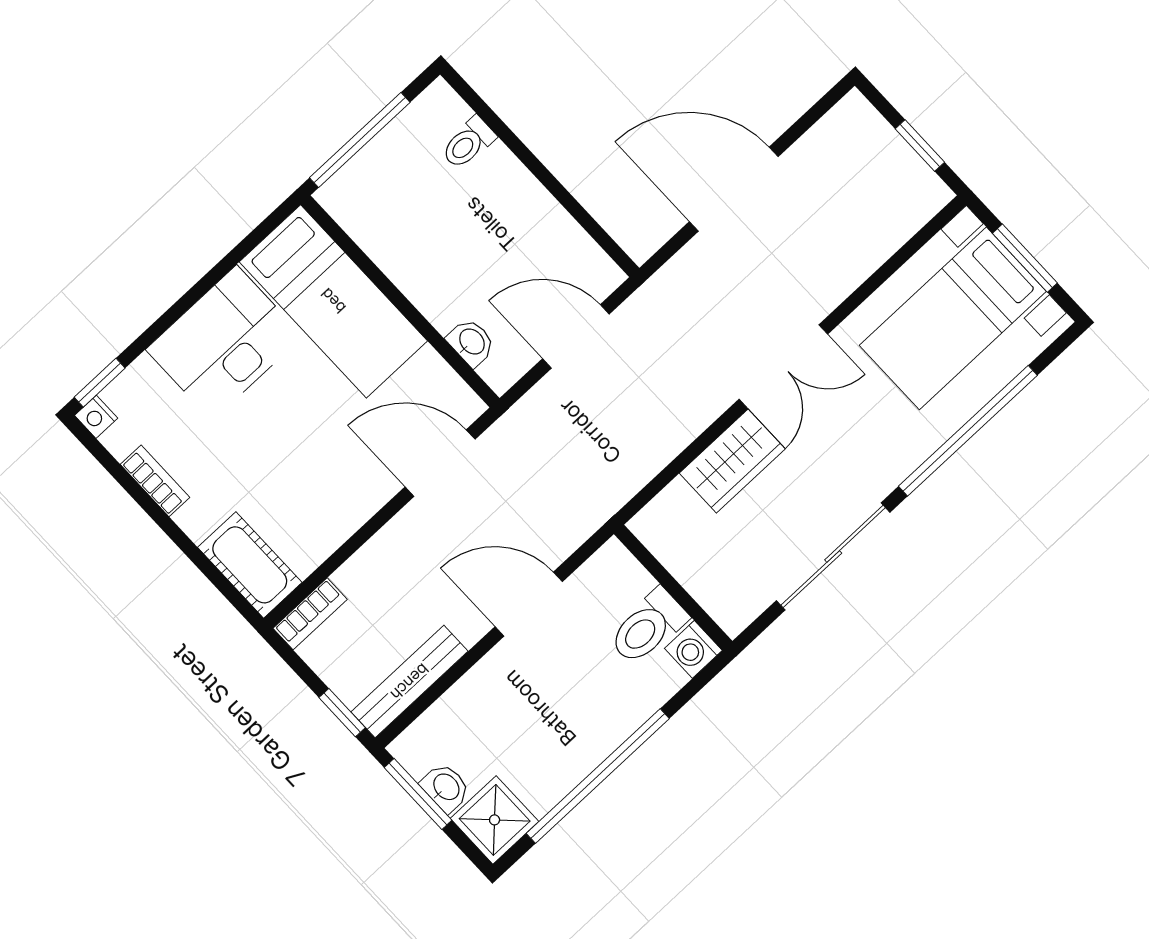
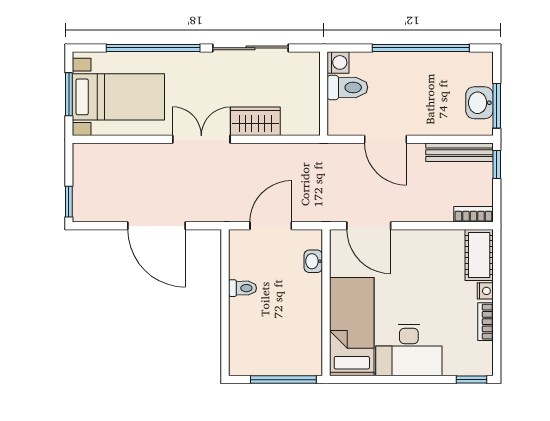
toilet: (468, 143) -> (243, 288), moved
window: (920, 146) -> (69, 202), moved
door: (576, 336) -> (271, 226), swing flipped
nightstand: (96, 417) -> (485, 291), moved
washbasin: (446, 788) -> (479, 103), width x1.38, depth x1.45
shower: (495, 820) -> (476, 68), removed

